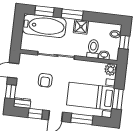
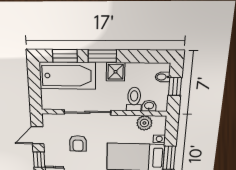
plant: (111, 70) -> (144, 123), moved

